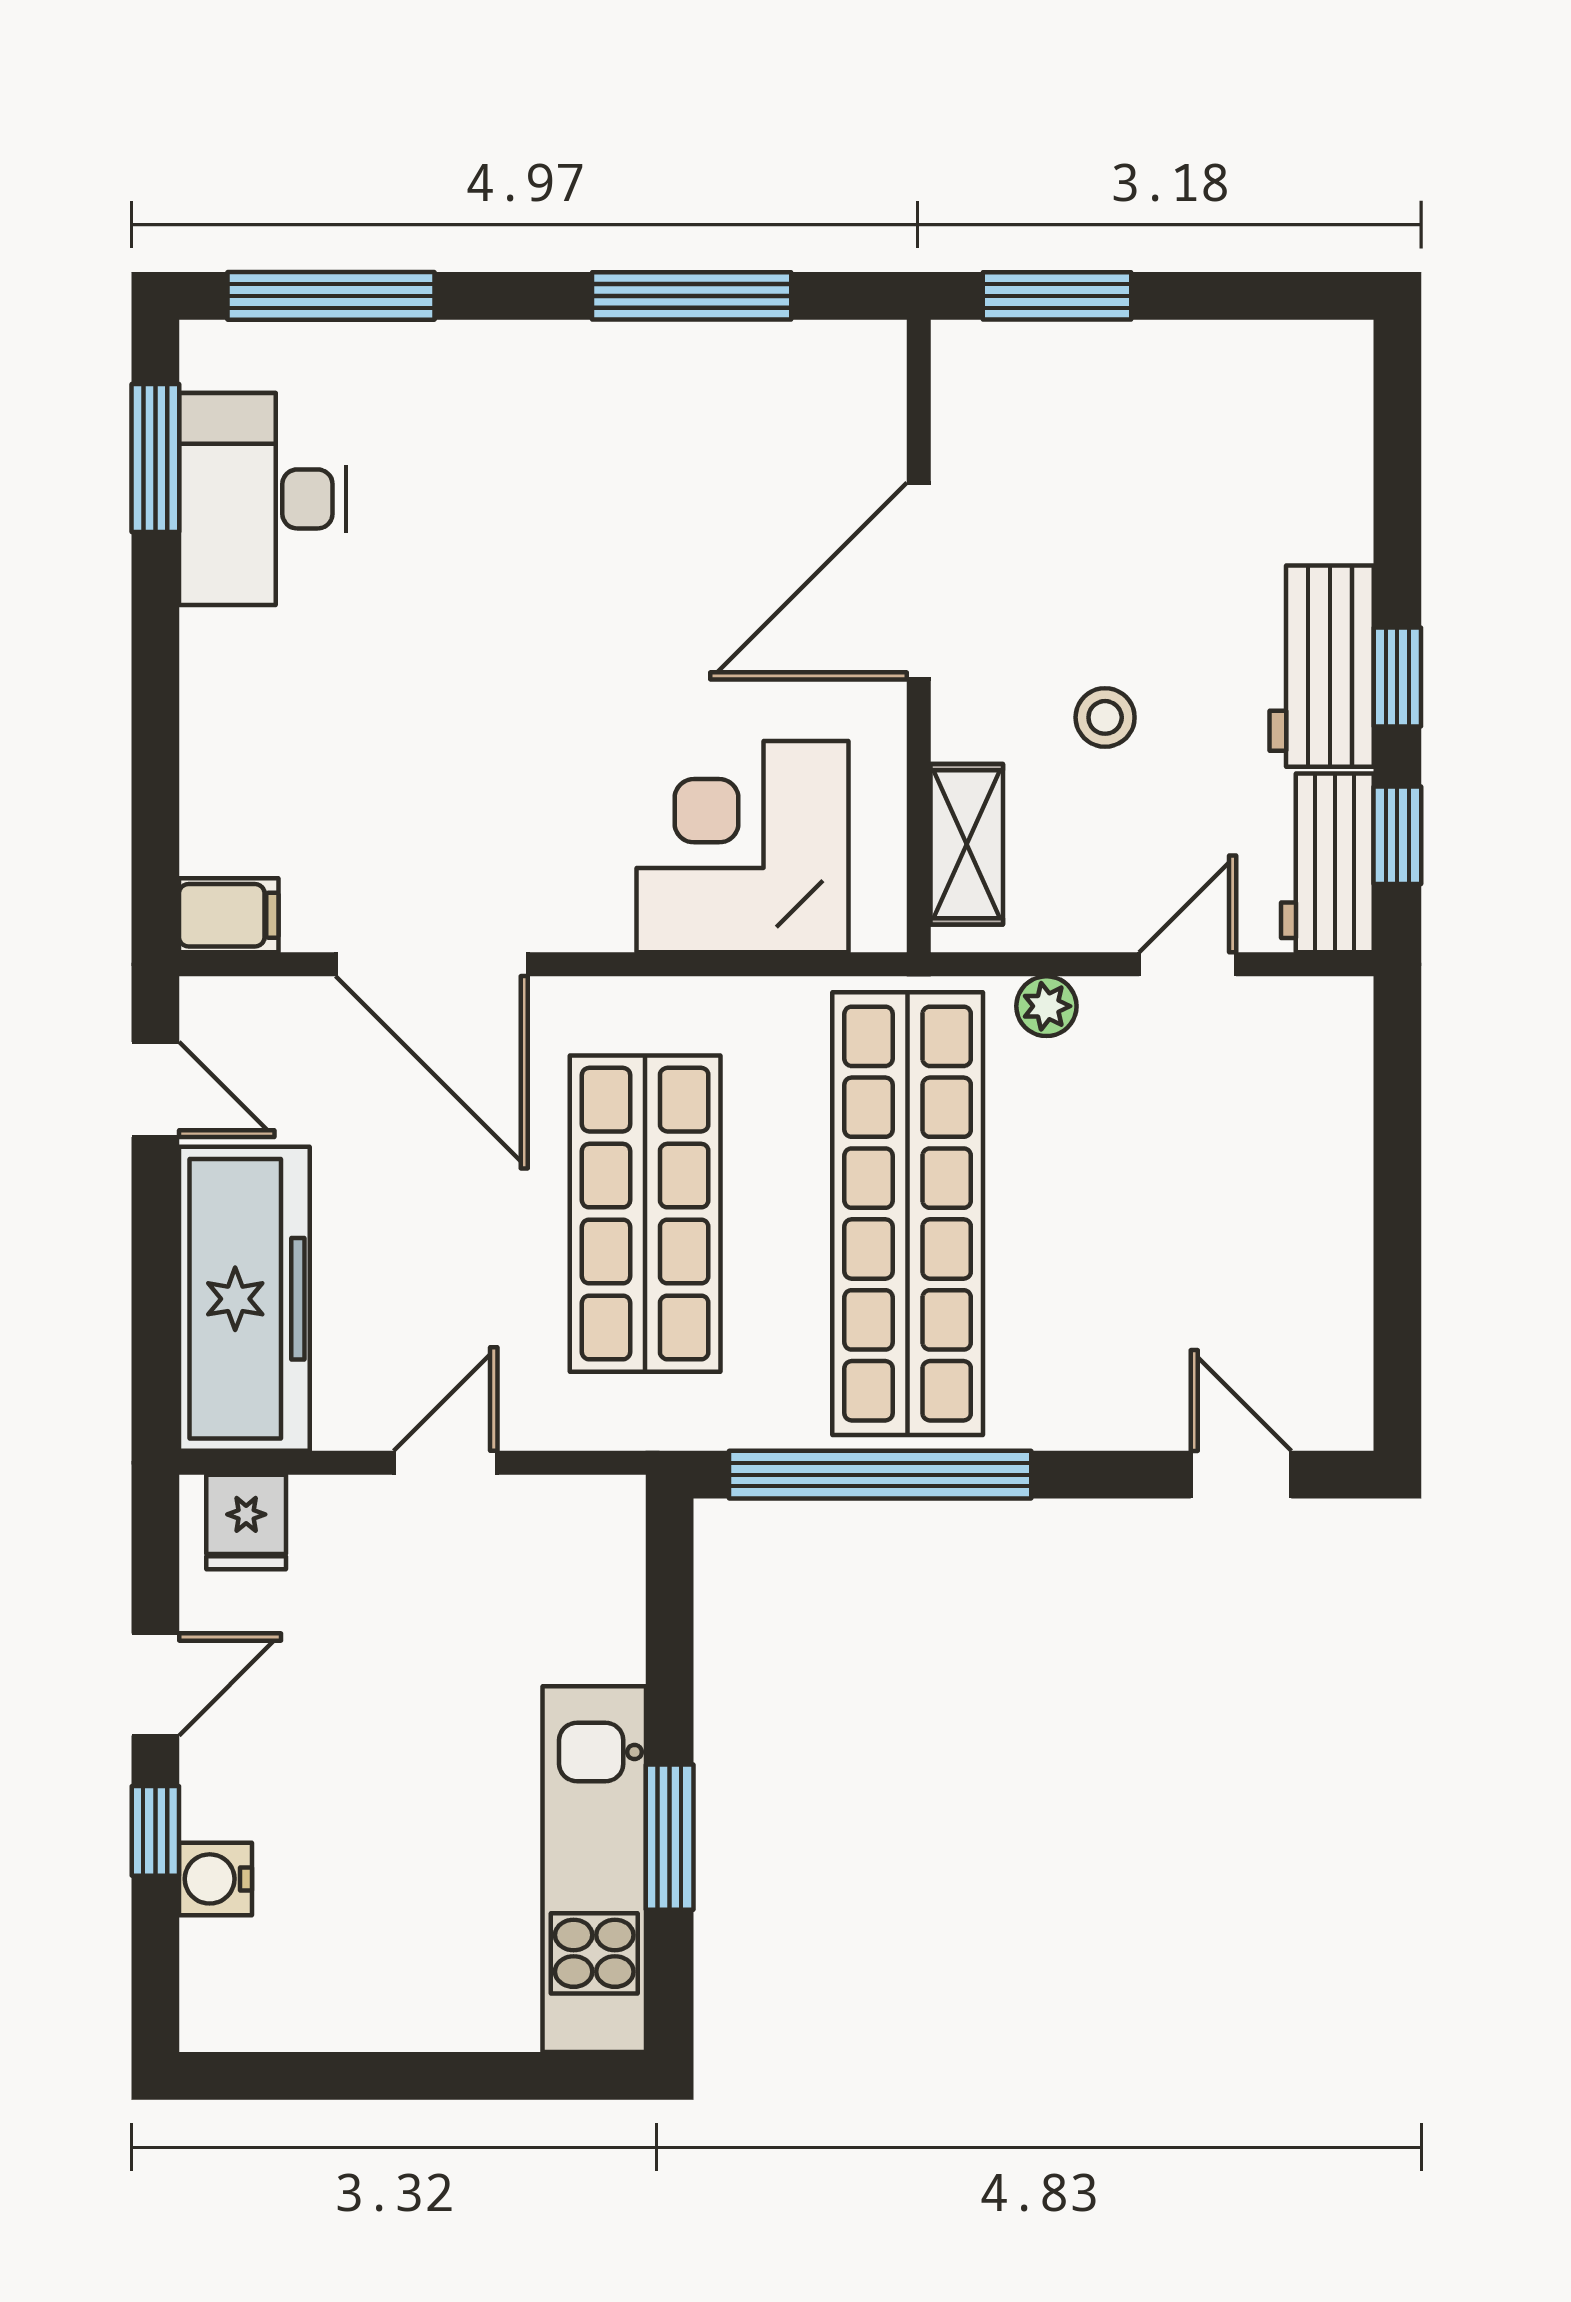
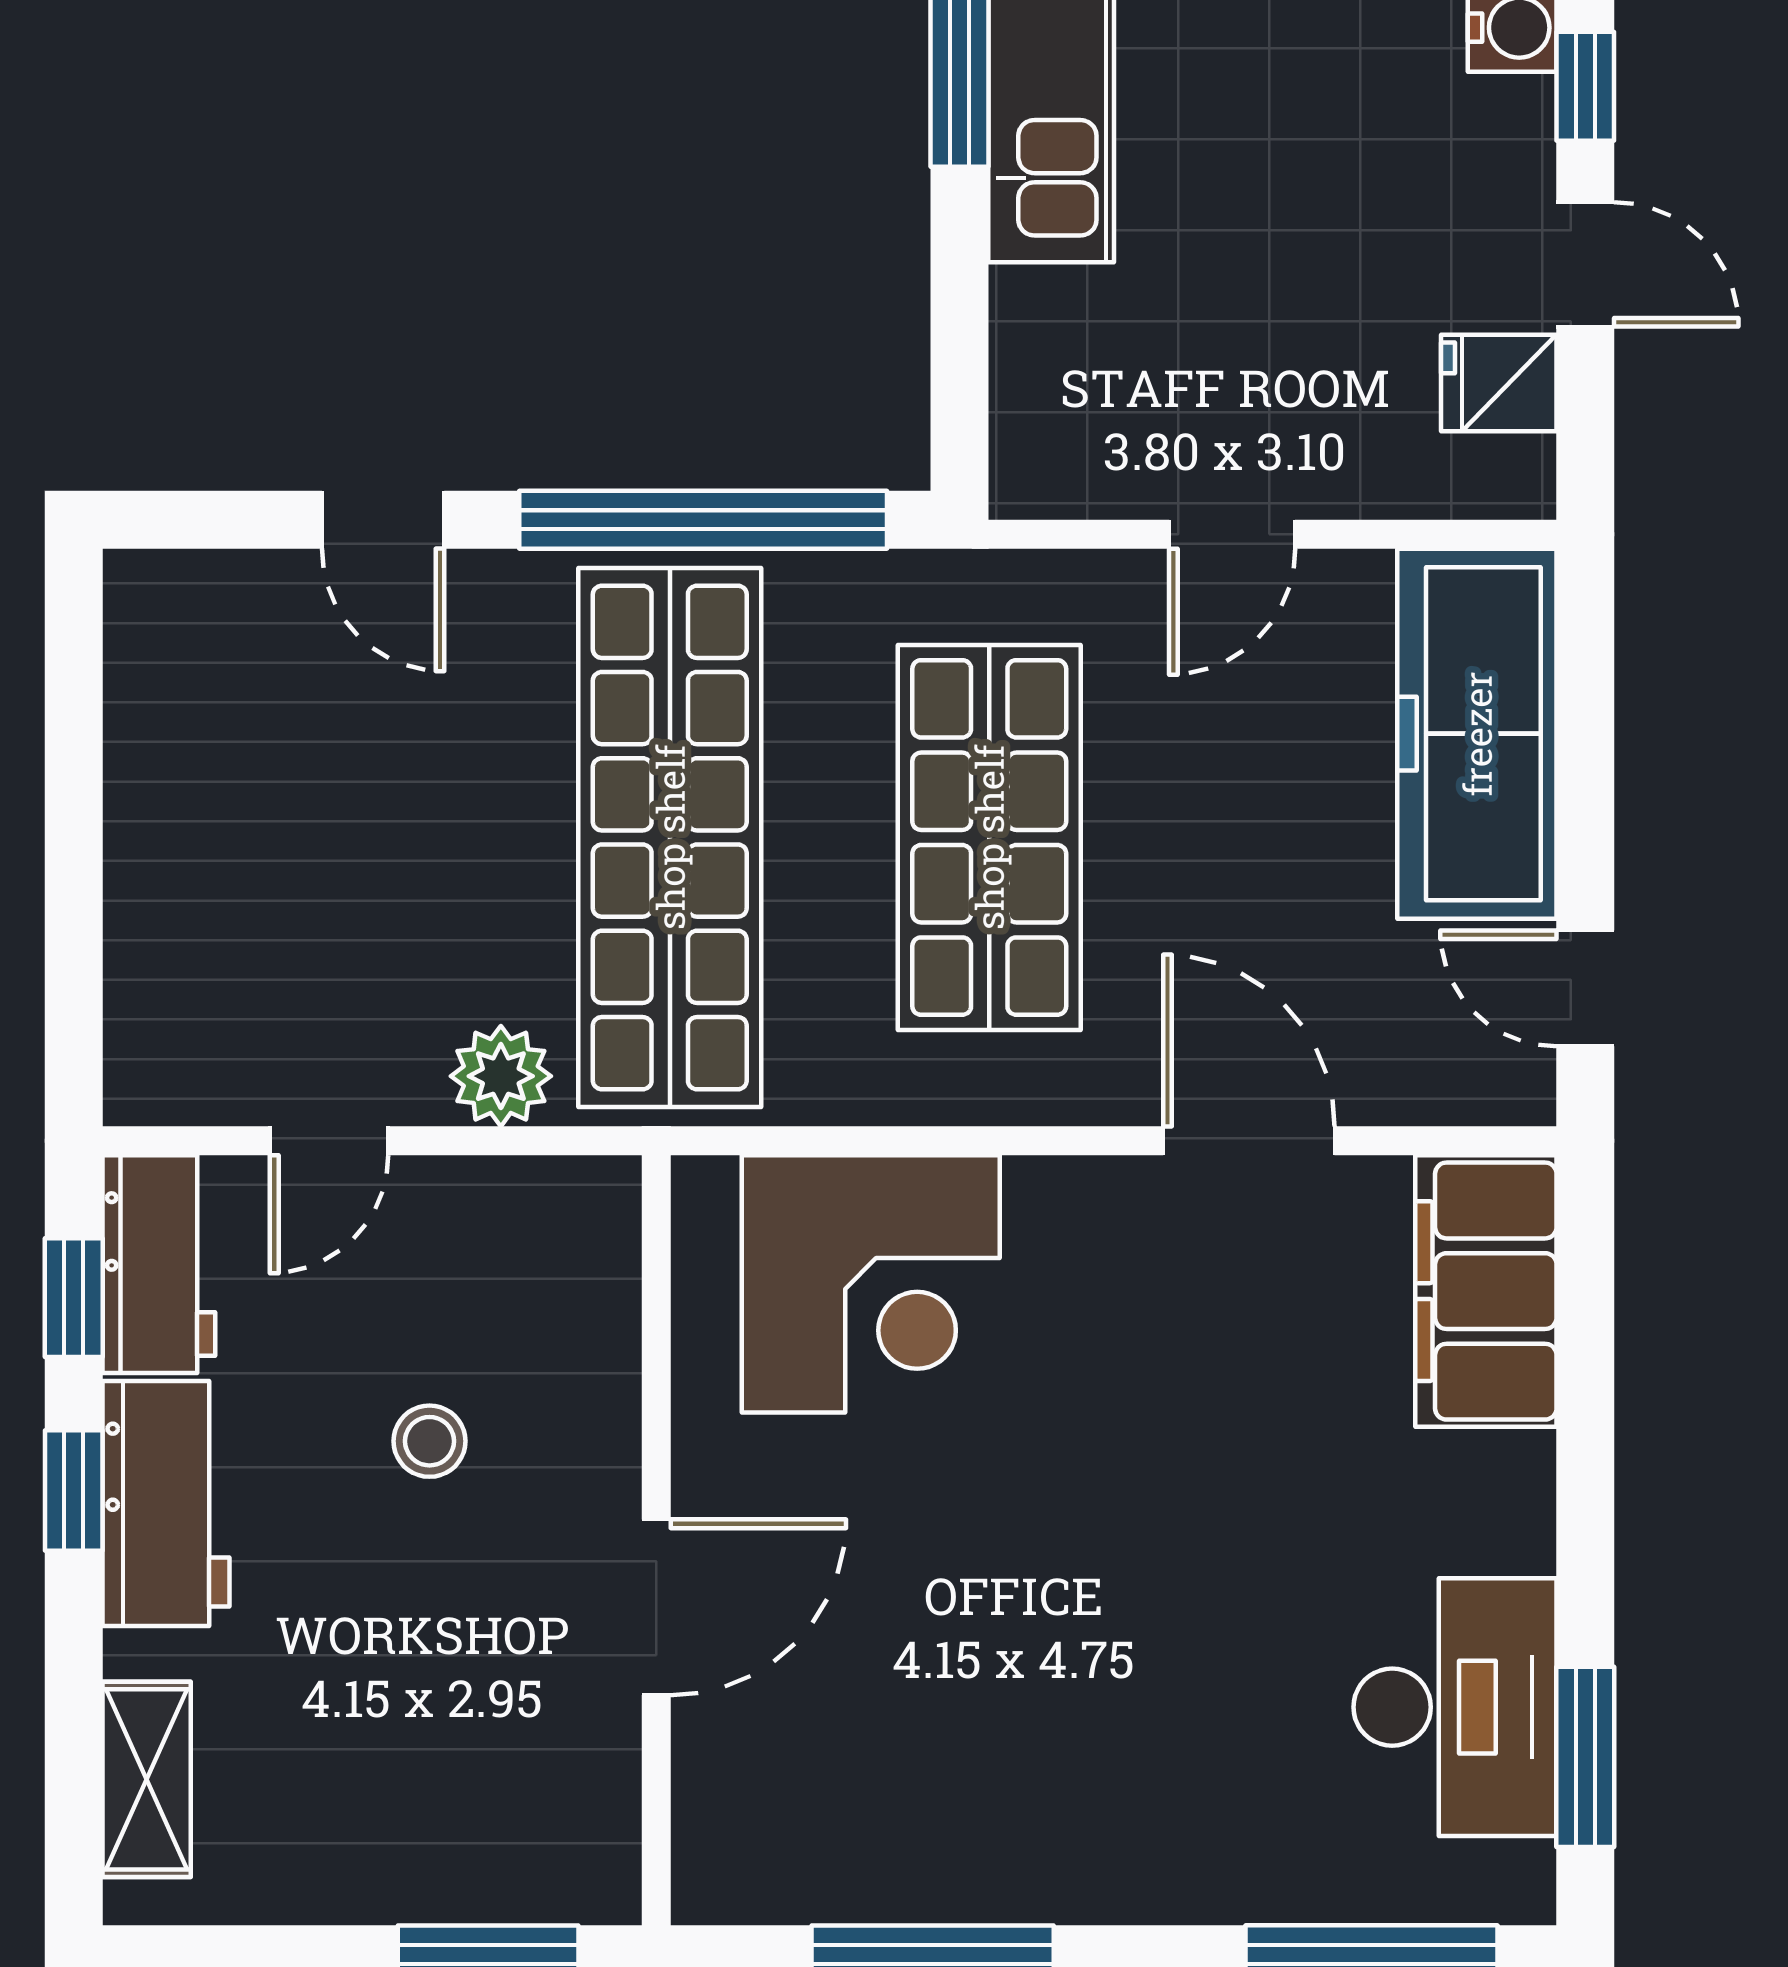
door: (919, 581) -> (656, 1607), width x0.73
shelving: (967, 844) -> (147, 1779), moved
filing cabinet: (229, 915) -> (1486, 1291), width x3.00, depth x1.17
door: (432, 964) -> (1249, 1141), width x0.73
plant: (1046, 1006) -> (501, 1076), width x1.38, depth x1.38
door: (1241, 1475) -> (383, 520), moved
fridge: (246, 1522) -> (1499, 383), moved, turned -90
door: (155, 1684) -> (1585, 264), swing flipped

